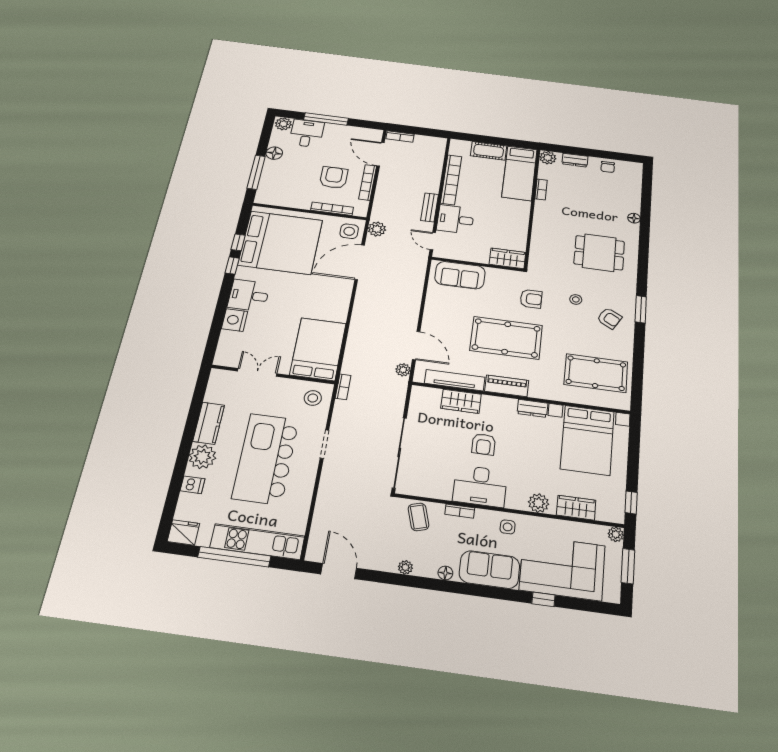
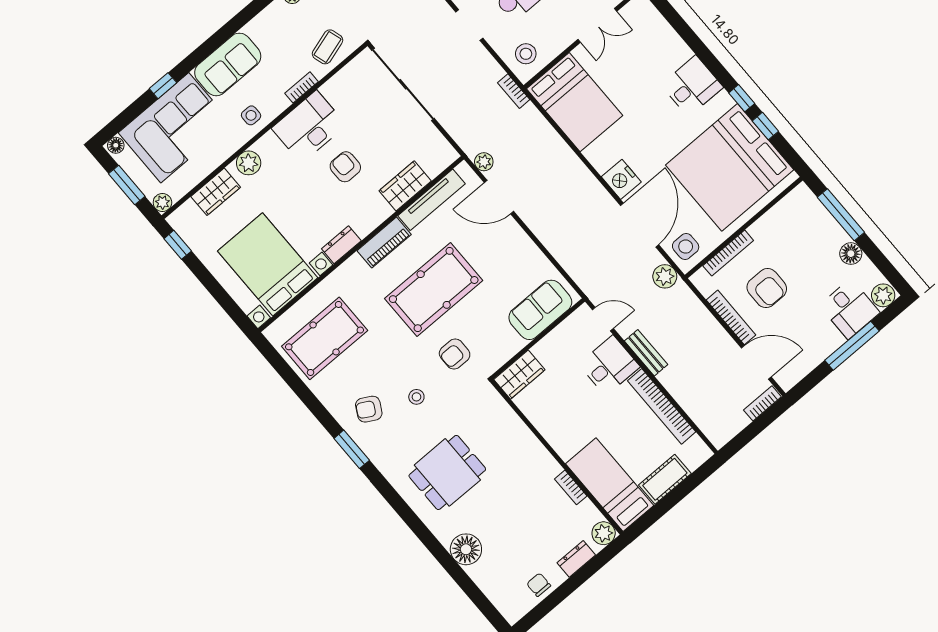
floor lamp: (634, 218) -> (466, 549), width x1.89, depth x1.89
nightstand: (235, 320) -> (621, 179), moved, turned 180
coffee table: (418, 517) -> (327, 47), turned 90
floor lamp: (445, 573) -> (116, 145), moved

